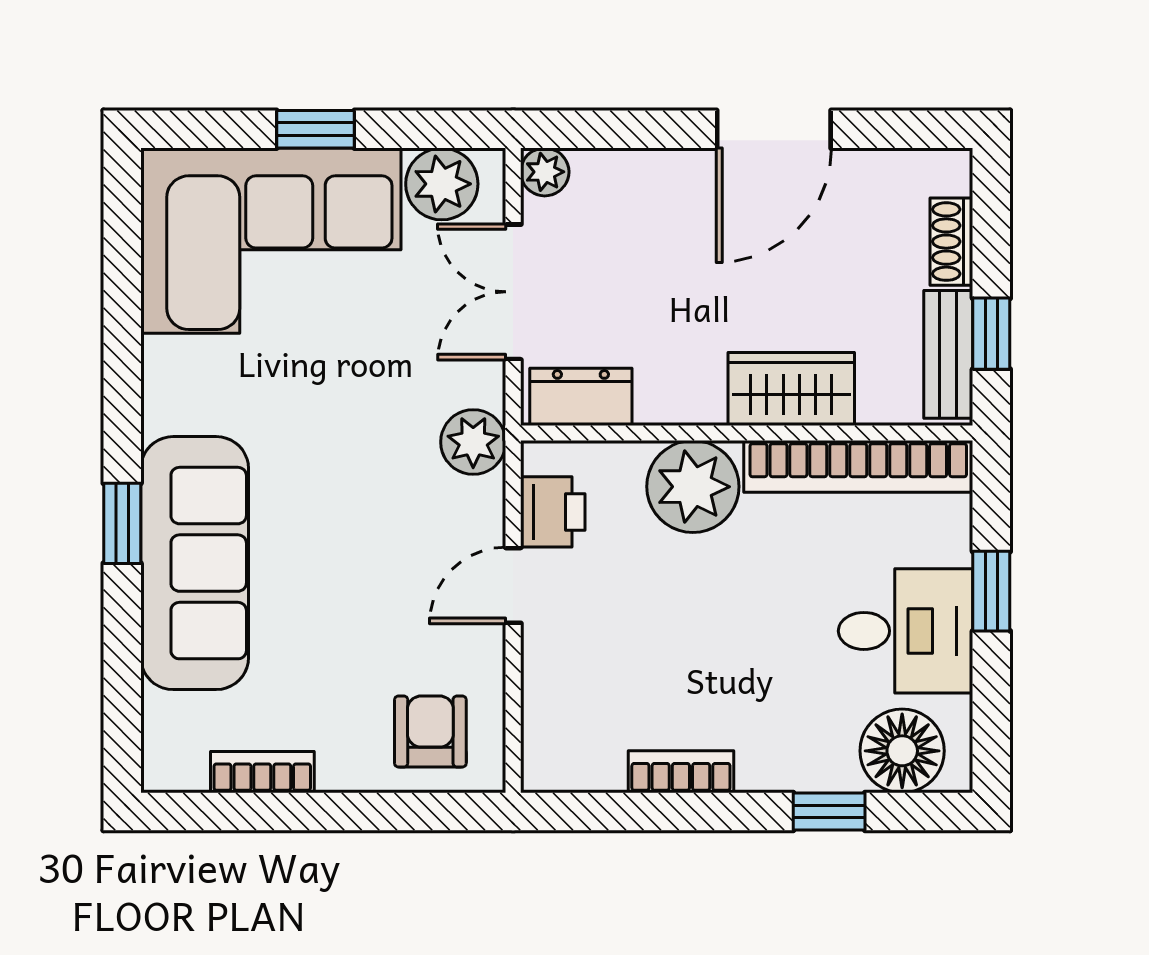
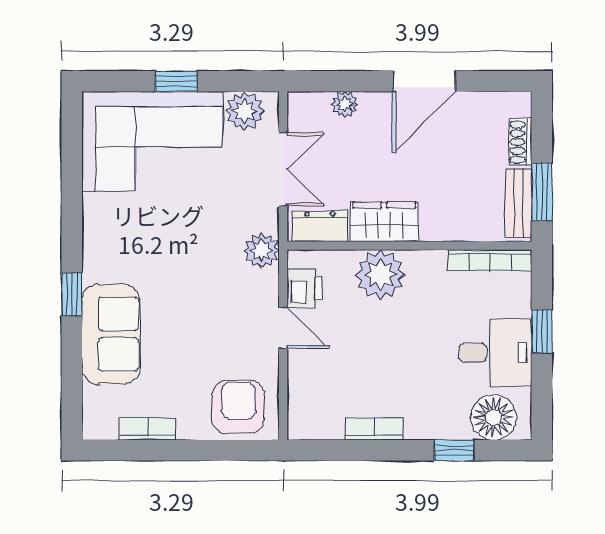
plant: (545, 172) -> (345, 104), moved
double door: (513, 292) -> (283, 169), swing flipped
window: (991, 334) -> (542, 192), width x1.50
wardrobe: (791, 389) -> (384, 222), moved
bookcase: (858, 466) -> (490, 260), width x0.68, depth x0.76
sofa: (195, 563) -> (111, 334), width x0.73
door: (513, 585) -> (283, 328), swing flipped
armchair: (430, 731) -> (238, 407), width x1.38, depth x1.38

